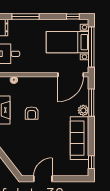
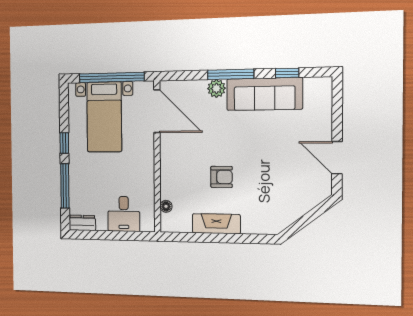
window: (73, 16) -> (64, 143), moved
window: (91, 103) -> (231, 74), moved
window: (91, 162) -> (287, 73), moved

